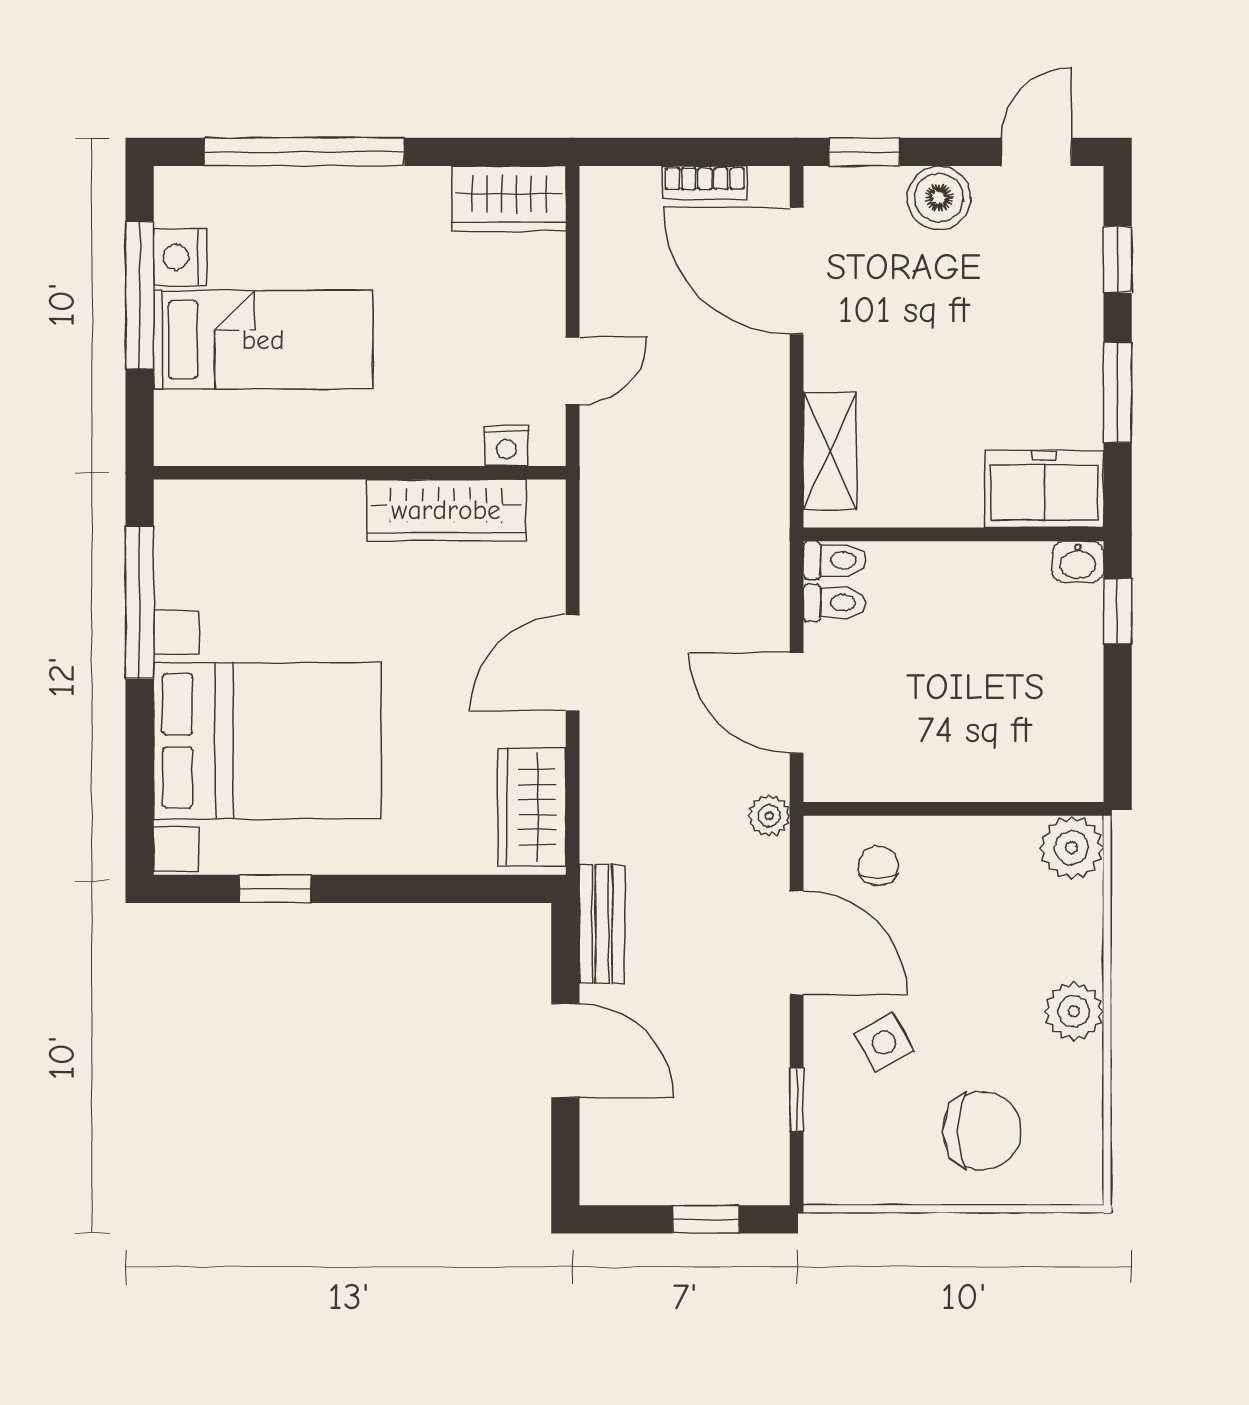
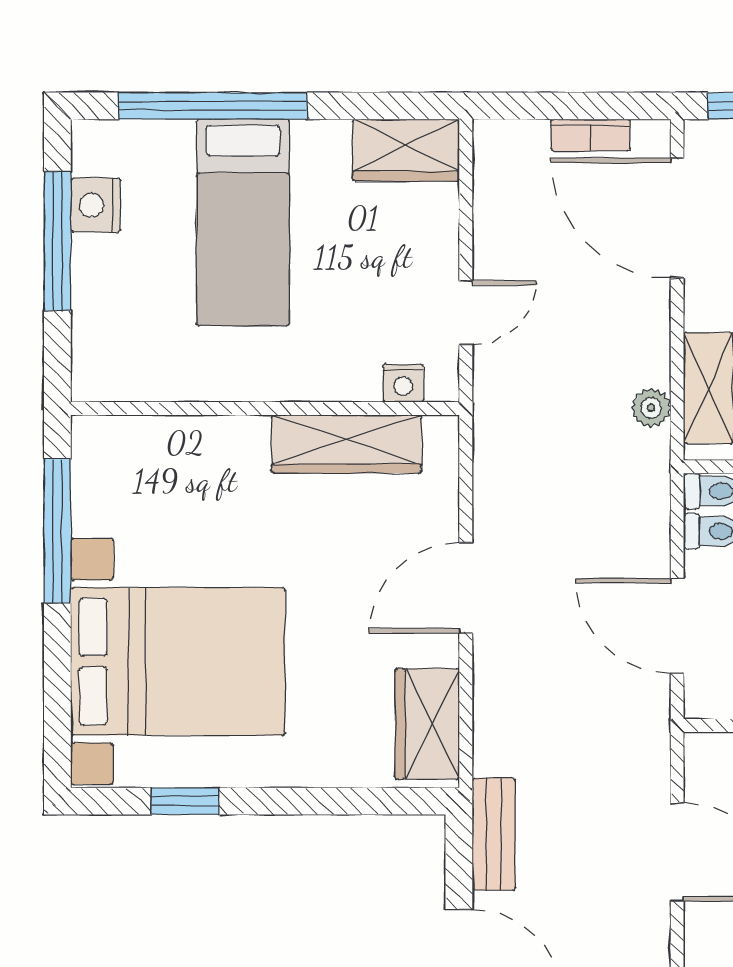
bed: (263, 340) -> (243, 222), moved, turned 90
plant: (769, 816) -> (651, 408), moved

